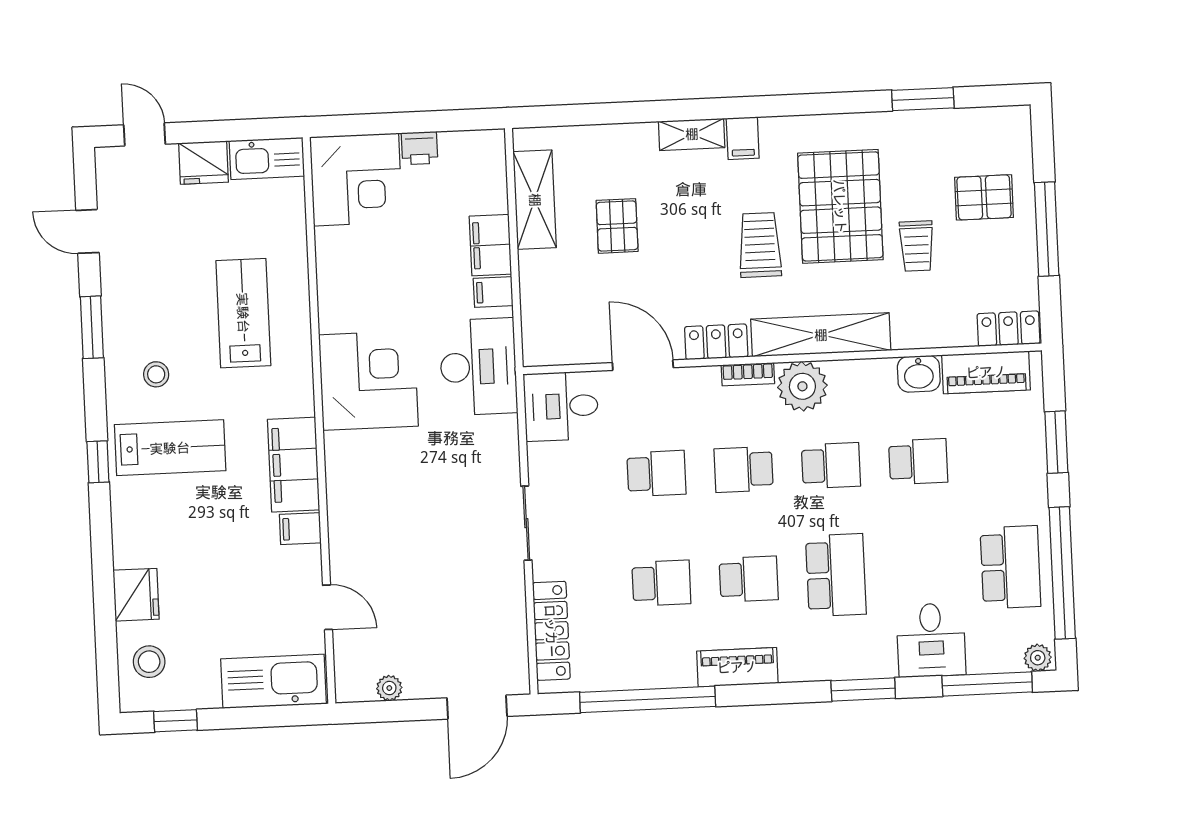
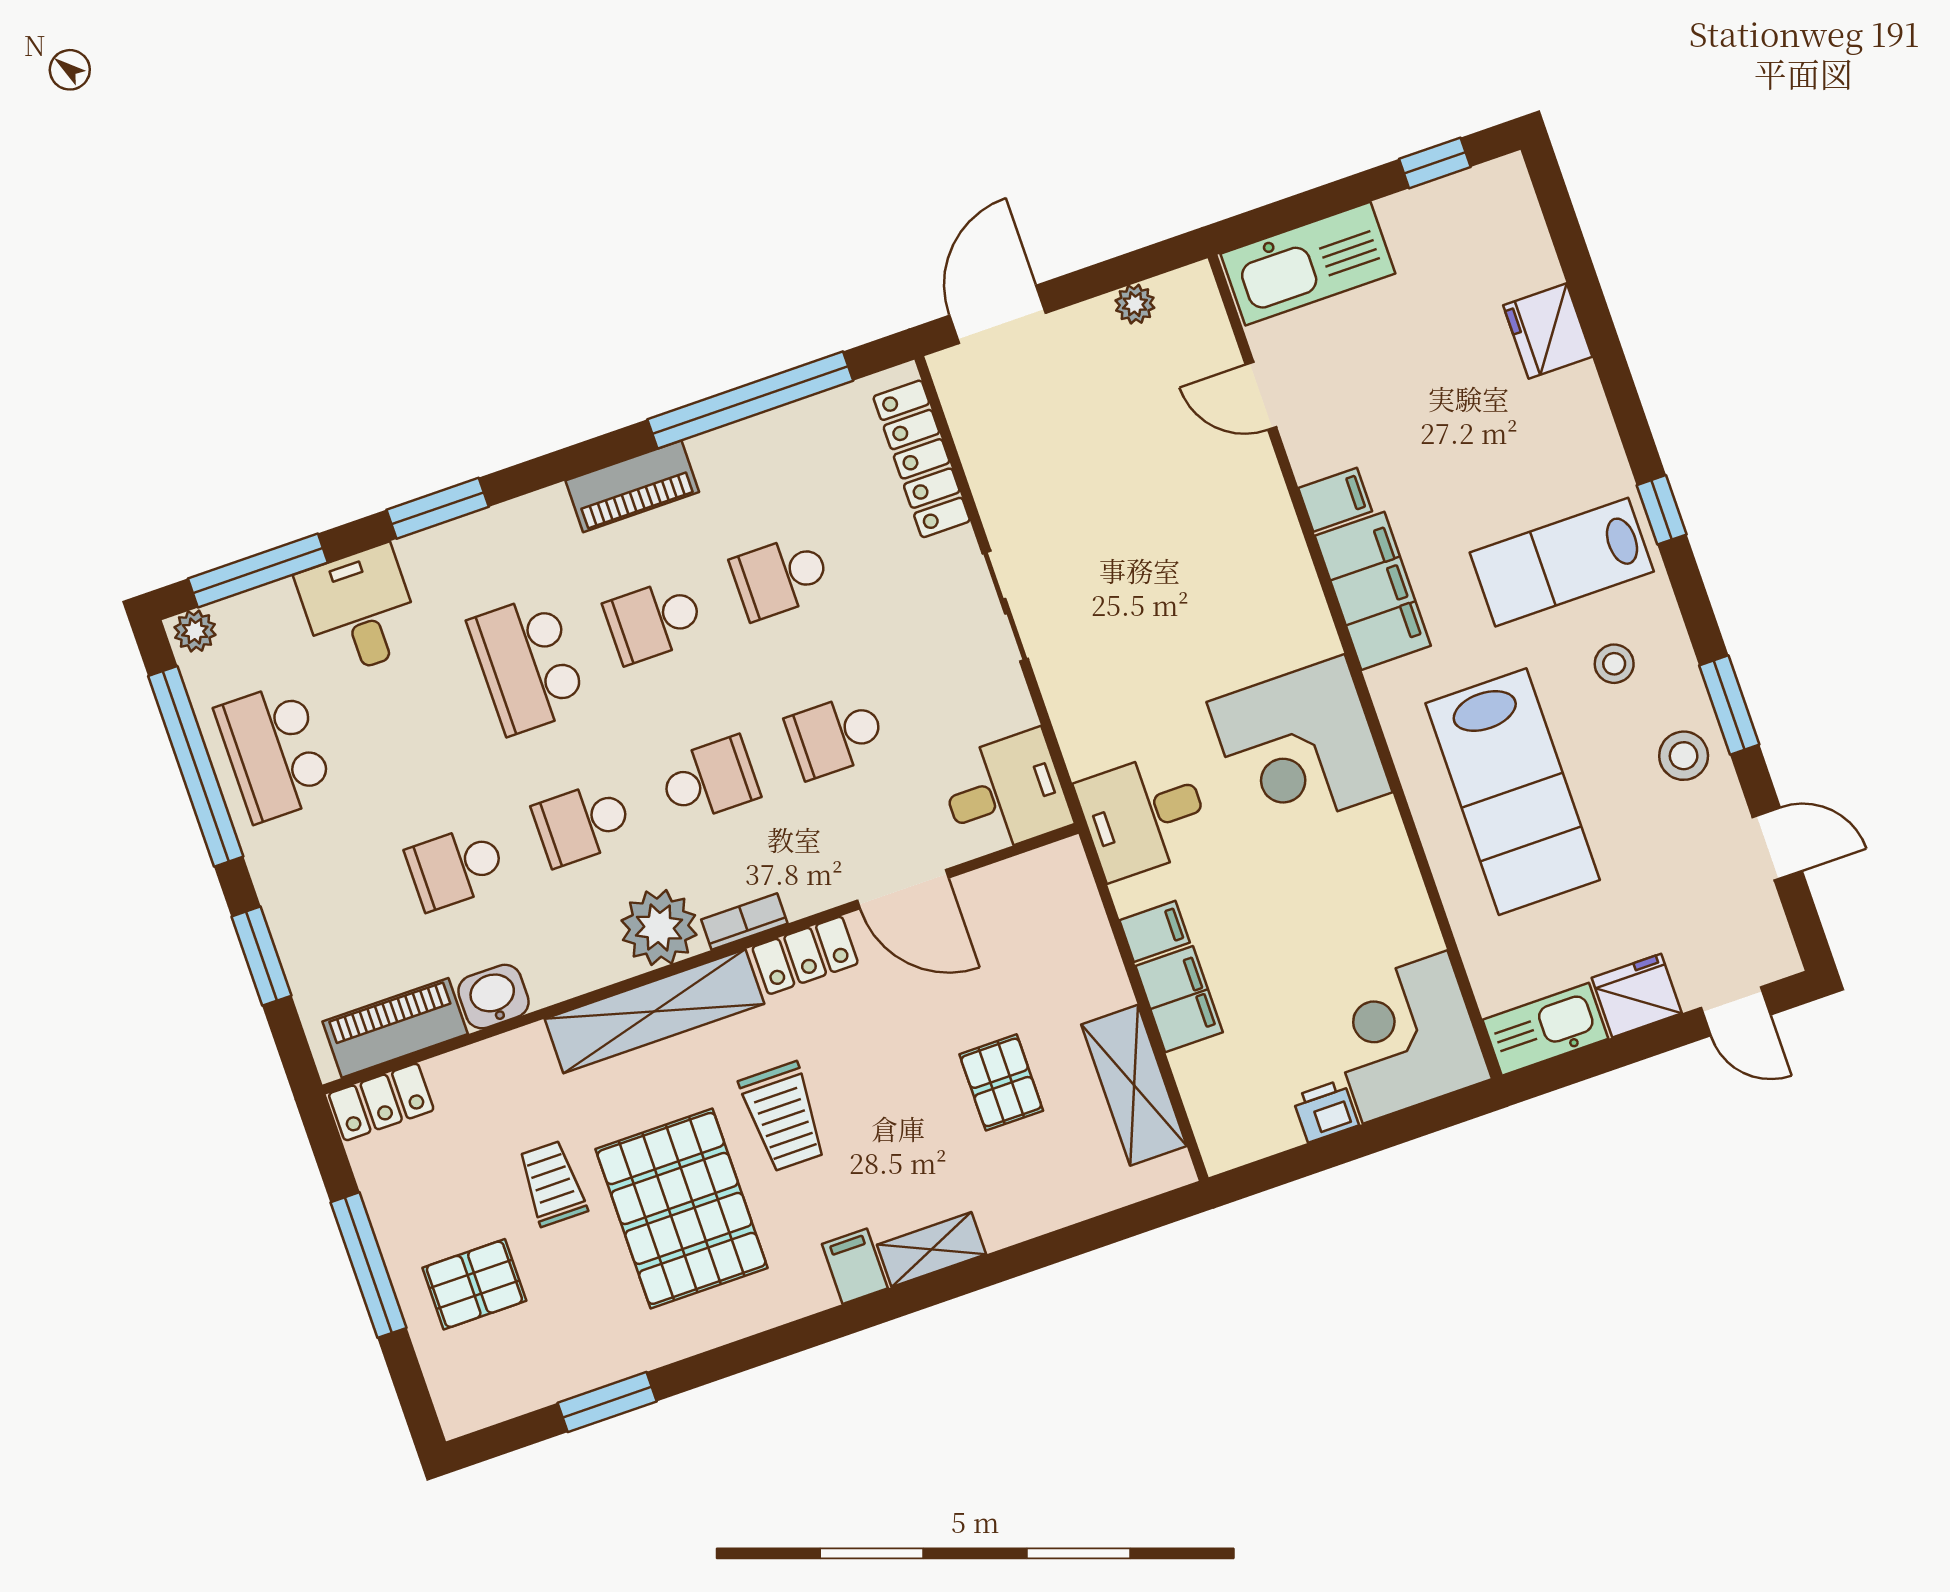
lab bench: (243, 313) -> (1513, 792), width x1.36, depth x1.39
desk: (478, 367) -> (1144, 815), width x0.73
stool: (149, 662) -> (1684, 756), moved

